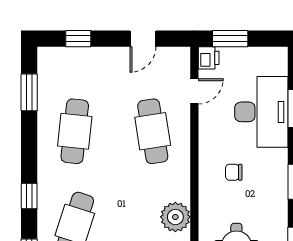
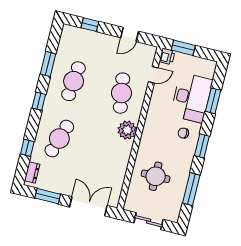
window: (29, 92) -> (48, 64), moved
chair: (234, 172) -> (183, 133), moved
window: (29, 196) -> (39, 101), moved
plant: (175, 217) -> (127, 130), moved

